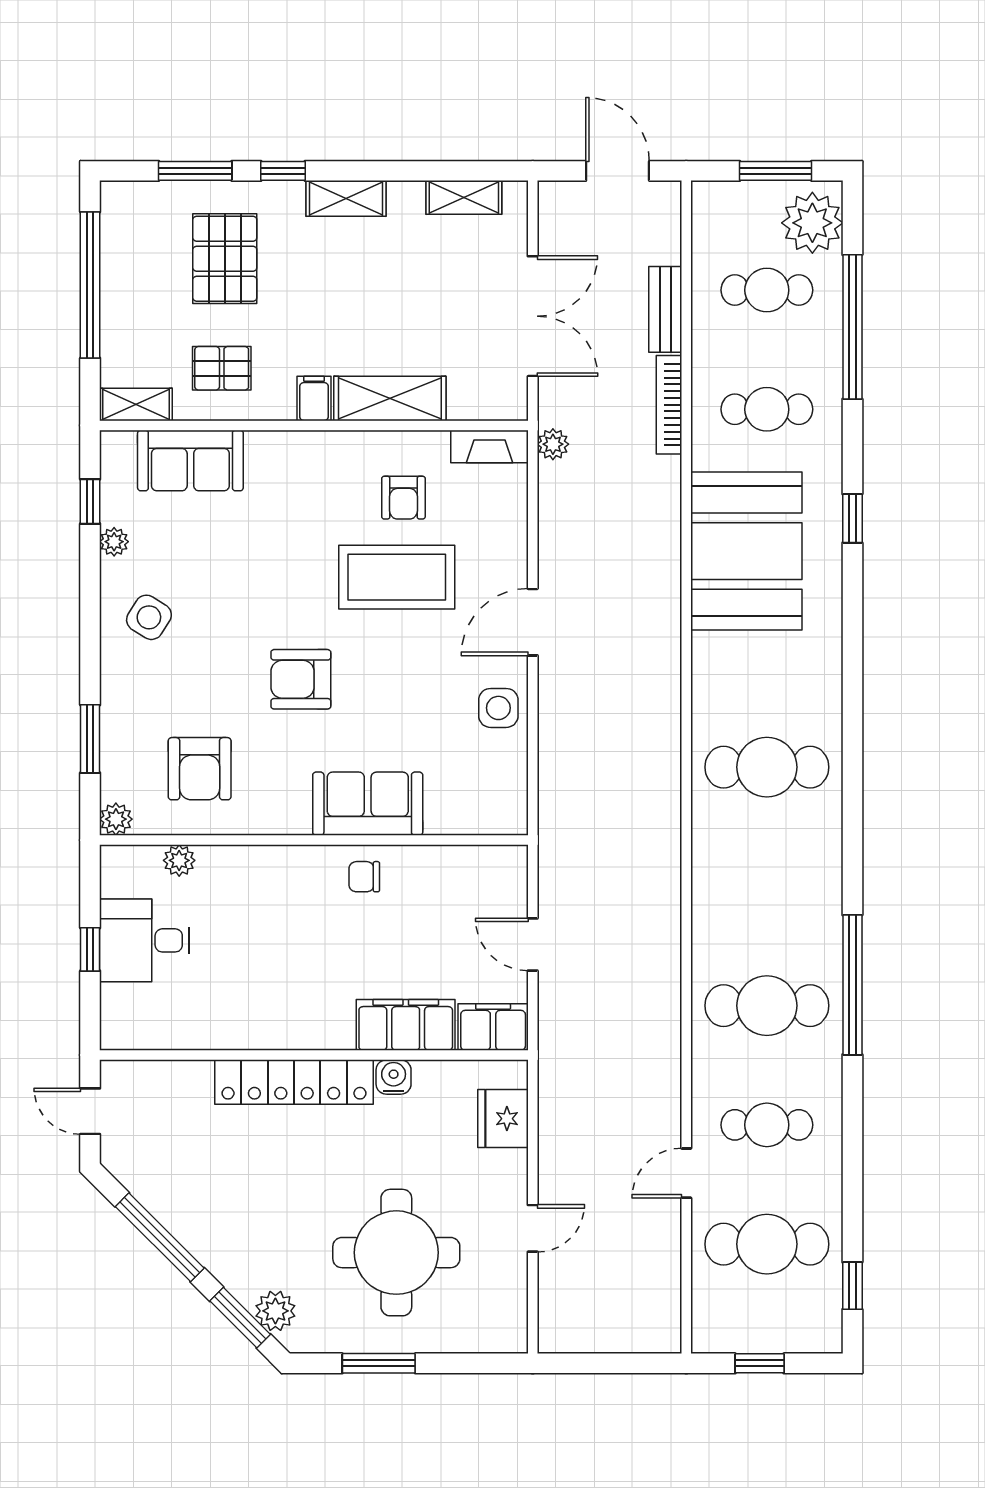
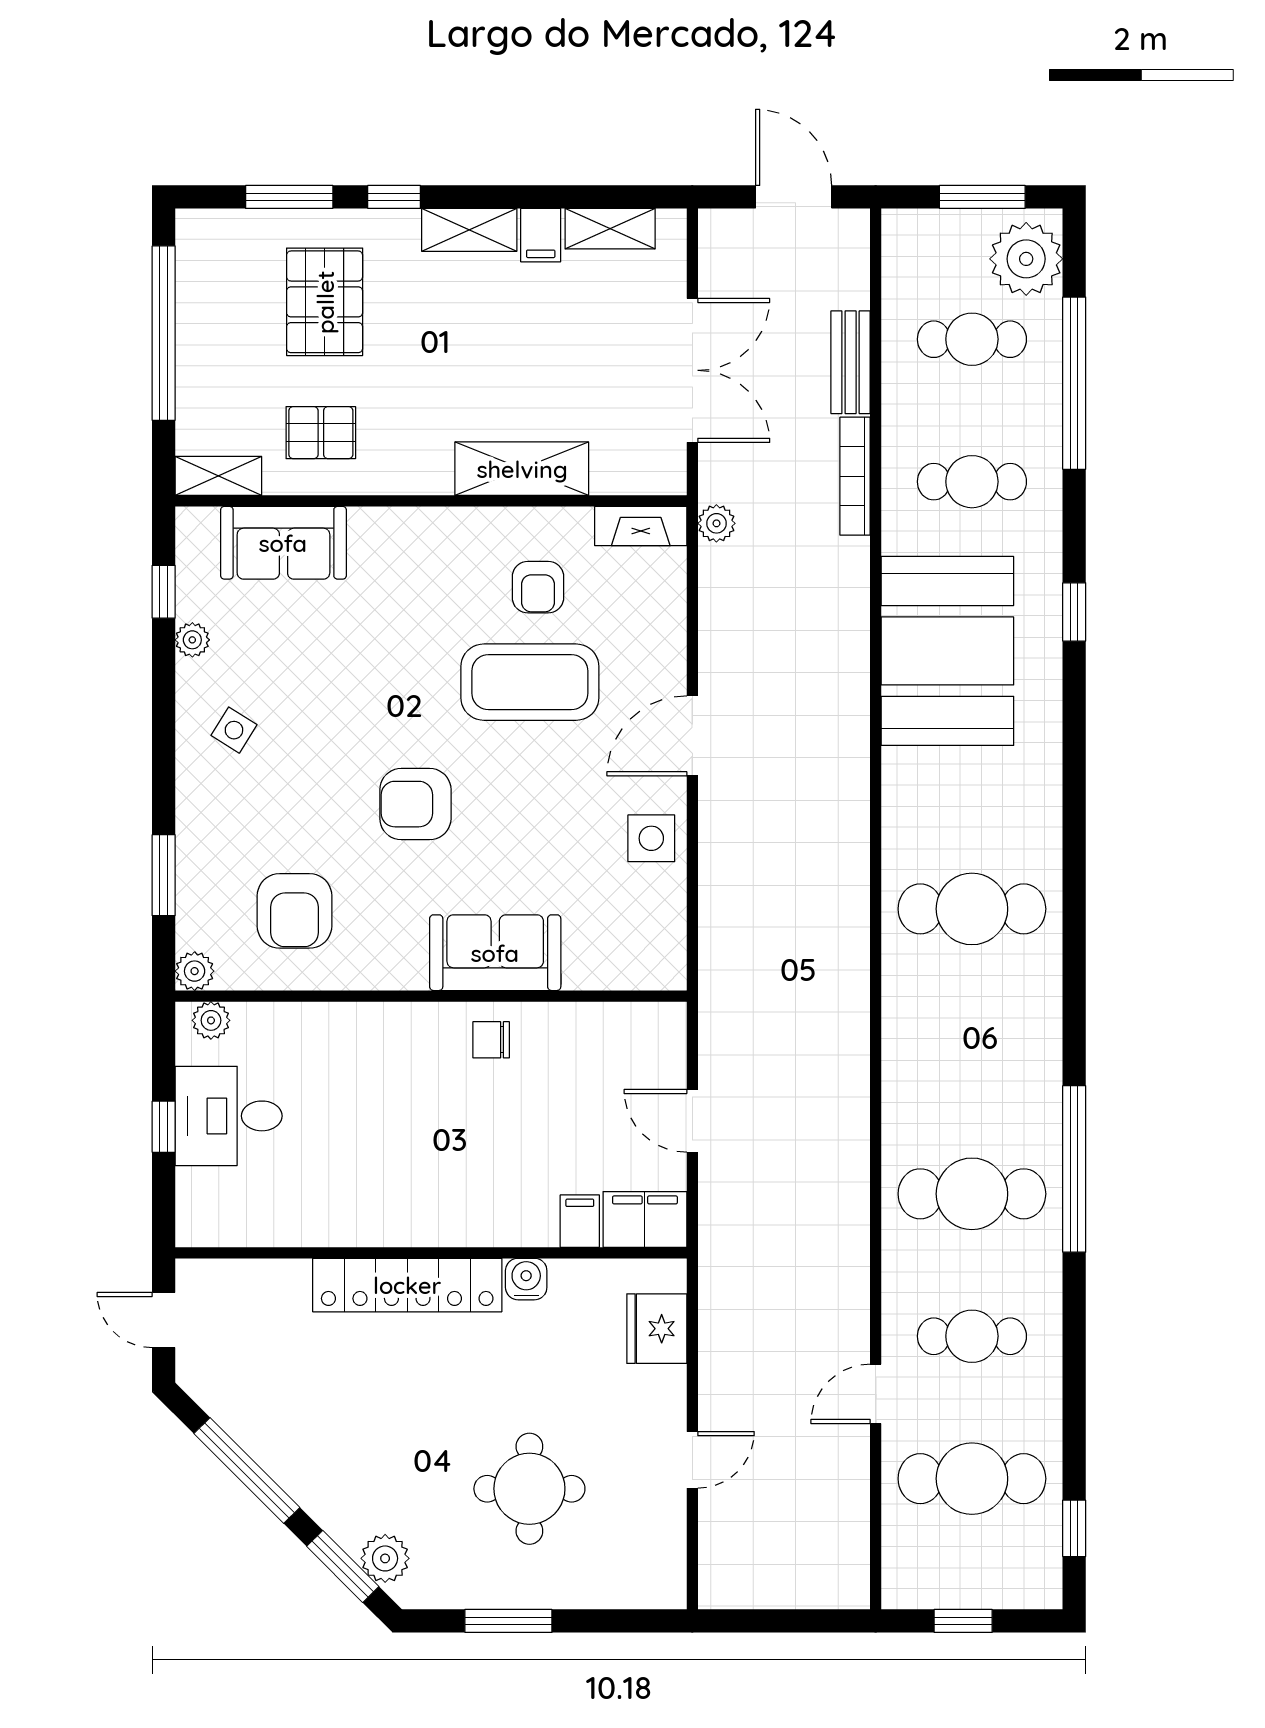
filing cabinet: (314, 398) -> (541, 235), moved, turned 180
side table: (149, 617) -> (234, 730), width x0.73, depth x0.73
plant: (179, 860) -> (211, 1020), moved
filing cabinet: (406, 1025) -> (580, 1221), width x0.33, depth x0.86
round table: (396, 1253) -> (529, 1489), width x0.73, depth x0.73

